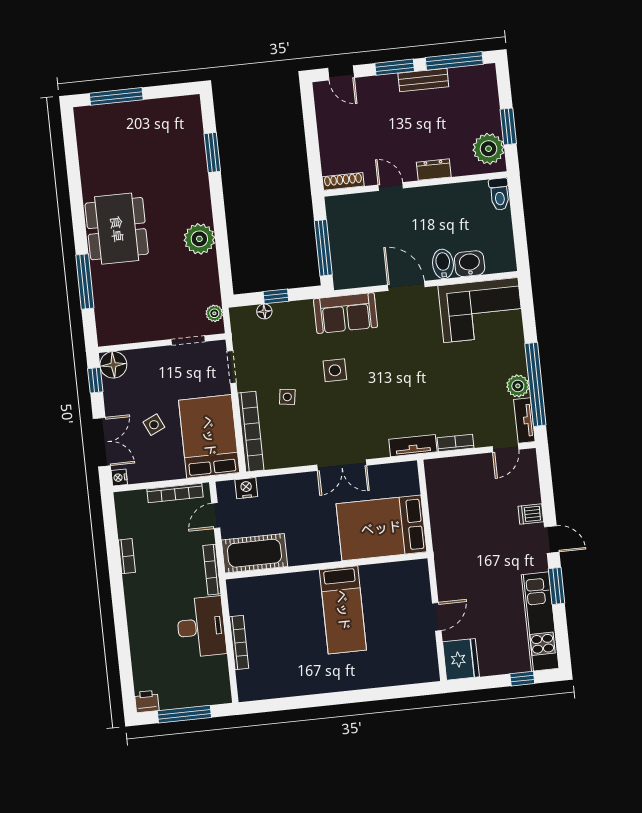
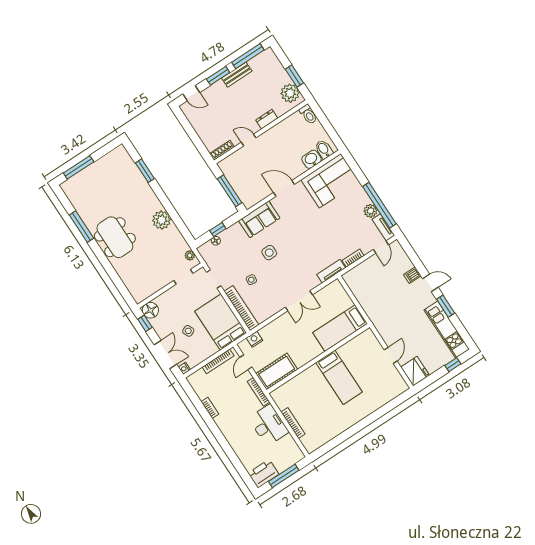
bidet: (443, 264) -> (324, 149), moved
window: (85, 282) -> (81, 227), moved
bed: (381, 528) -> (340, 328), width x0.67
printer: (147, 701) -> (263, 474), width x1.87, depth x1.48

